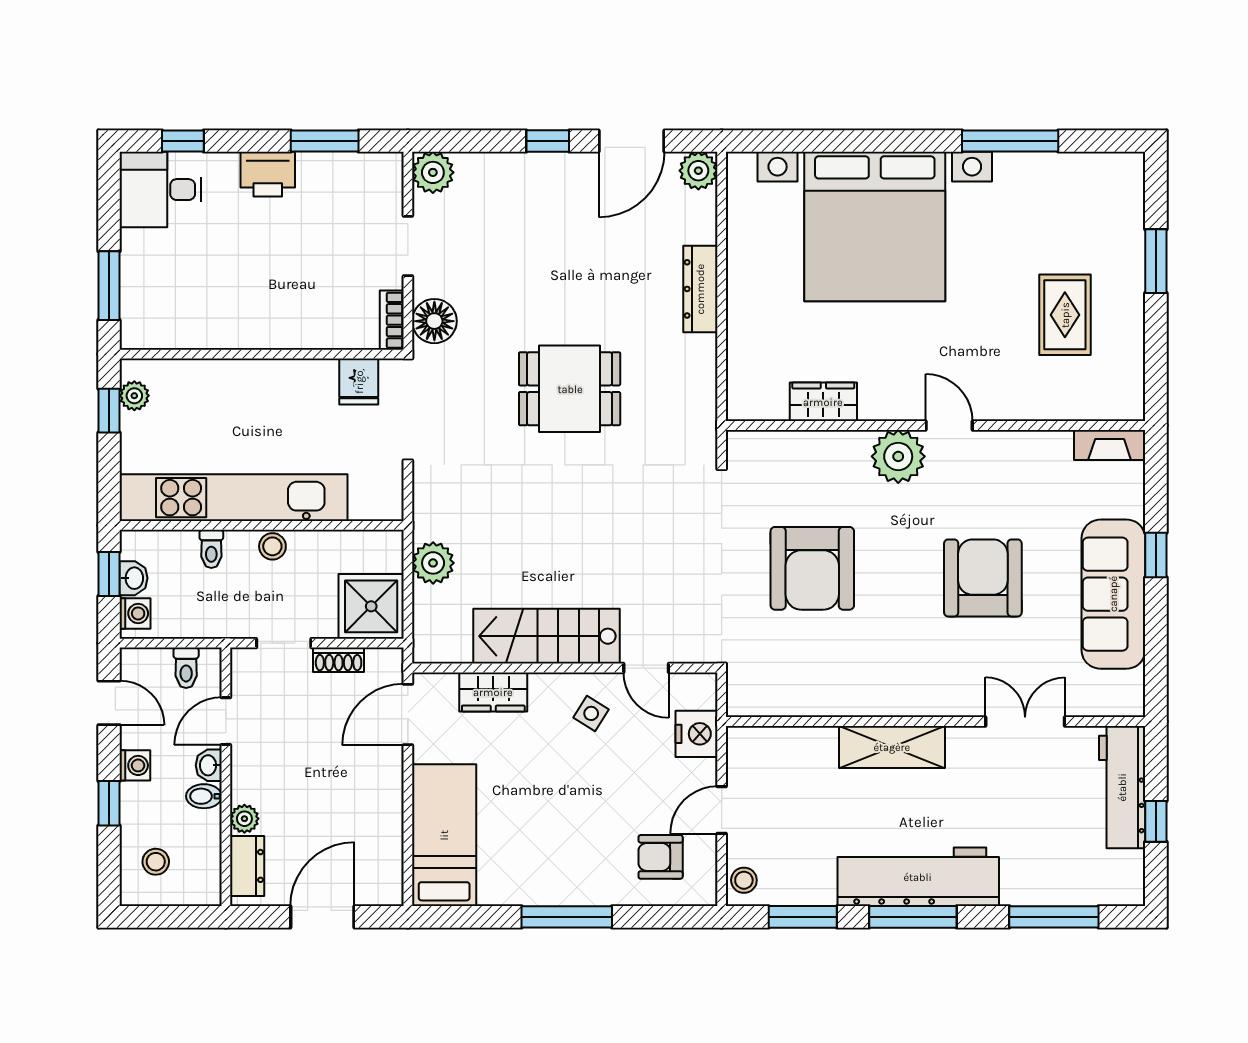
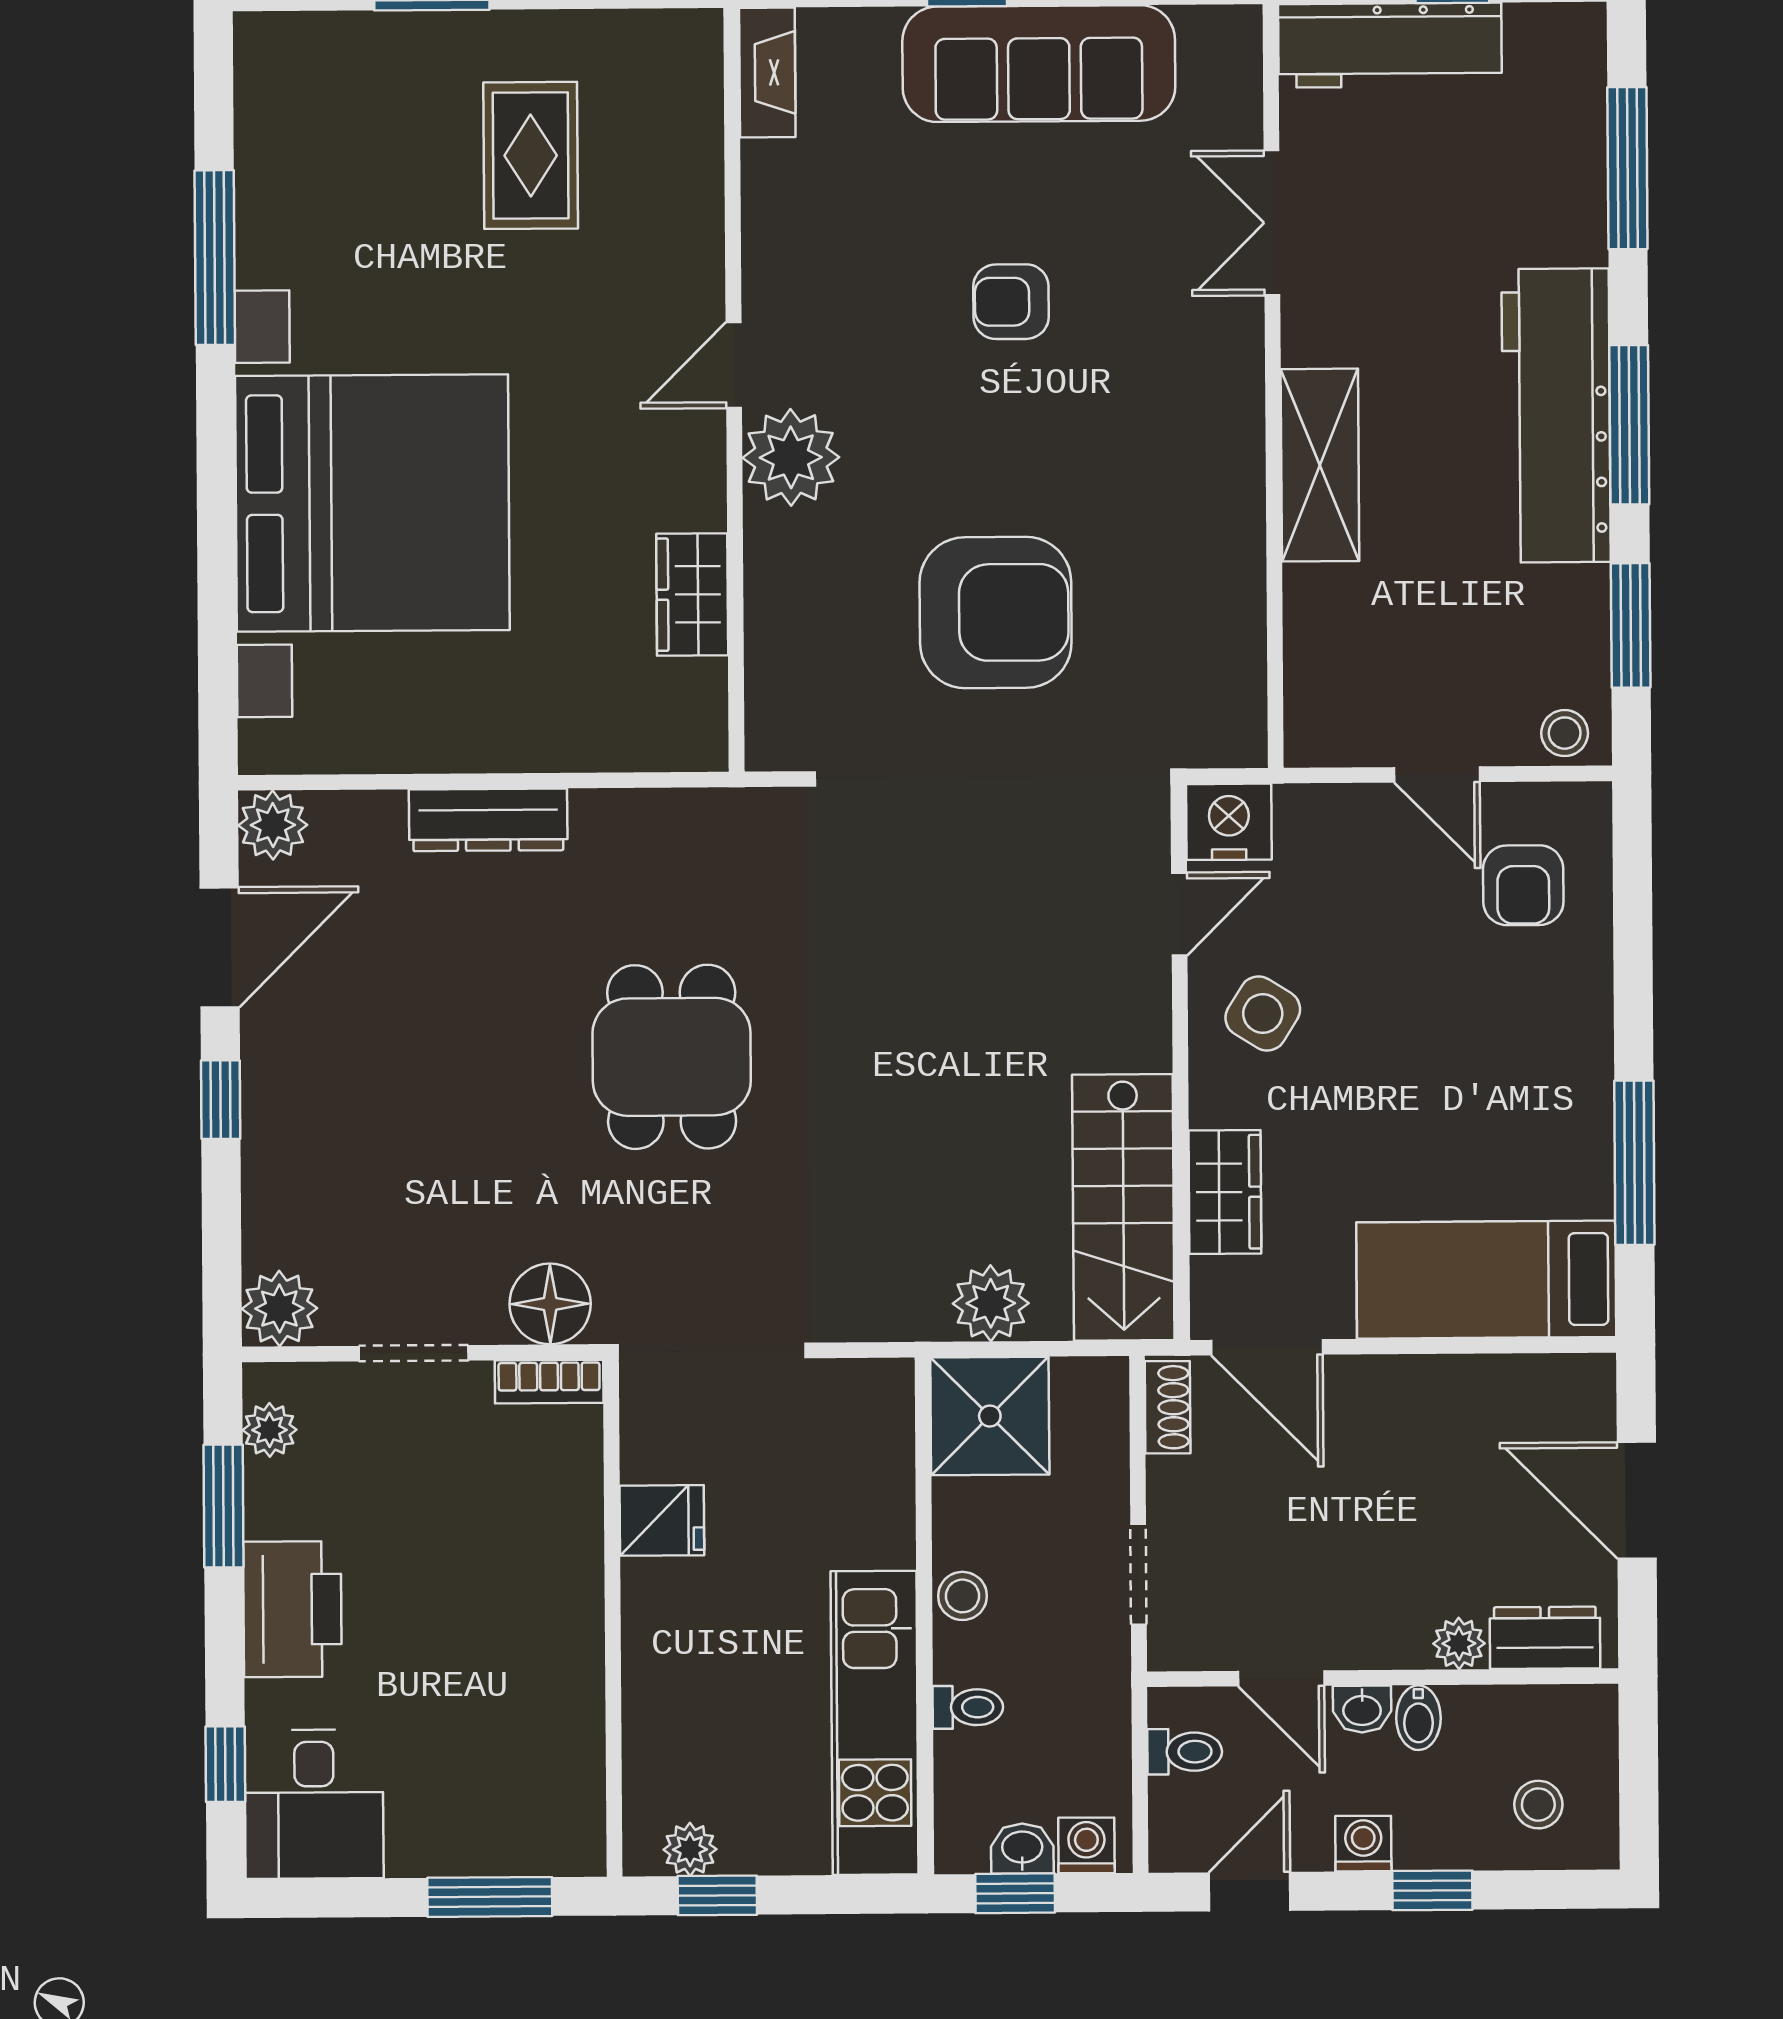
door: (631, 141) -> (220, 947), hinge flipped
plant: (366, 167) -> (270, 1430), added
printer: (268, 174) -> (292, 1609), width x1.37, depth x1.19
rug: (1065, 315) -> (531, 155), turned 90
fridge: (359, 382) -> (662, 1520), moved
kitchen unit: (233, 498) -> (875, 1723), width x0.73
armchair: (983, 578) -> (1011, 302), width x0.53, depth x0.53
shower: (371, 606) -> (990, 1416), moved
stairs: (546, 636) -> (1123, 1207), moved
shoe rack: (339, 660) -> (1168, 1407), moved
side table: (591, 713) -> (1263, 1013), width x1.37, depth x1.37
nightstand: (696, 734) -> (1229, 822), moved
window: (567, 917) -> (1634, 1163), moved

